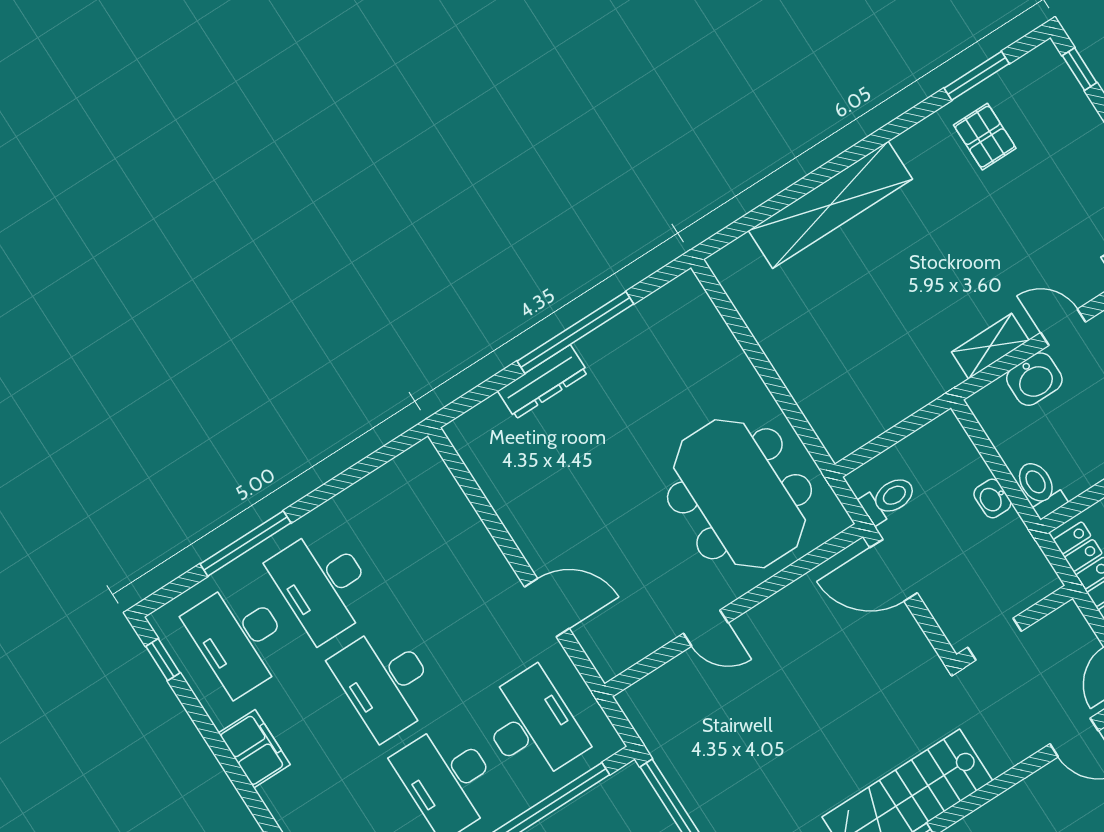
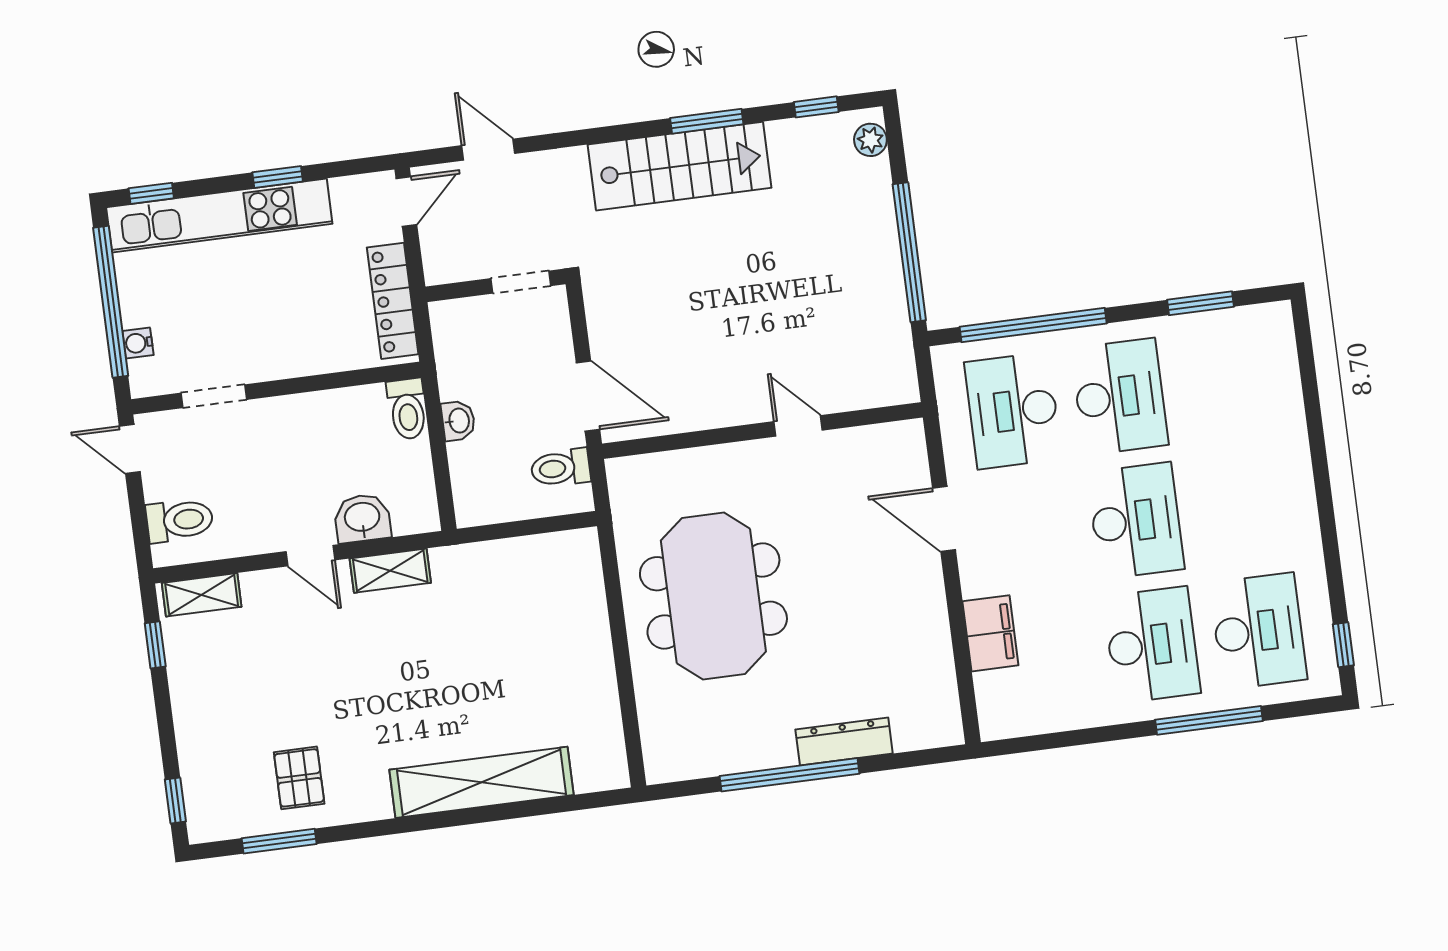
meeting table: (739, 494) -> (713, 596), moved
filing cabinet: (254, 749) -> (990, 633), moved, turned 180

